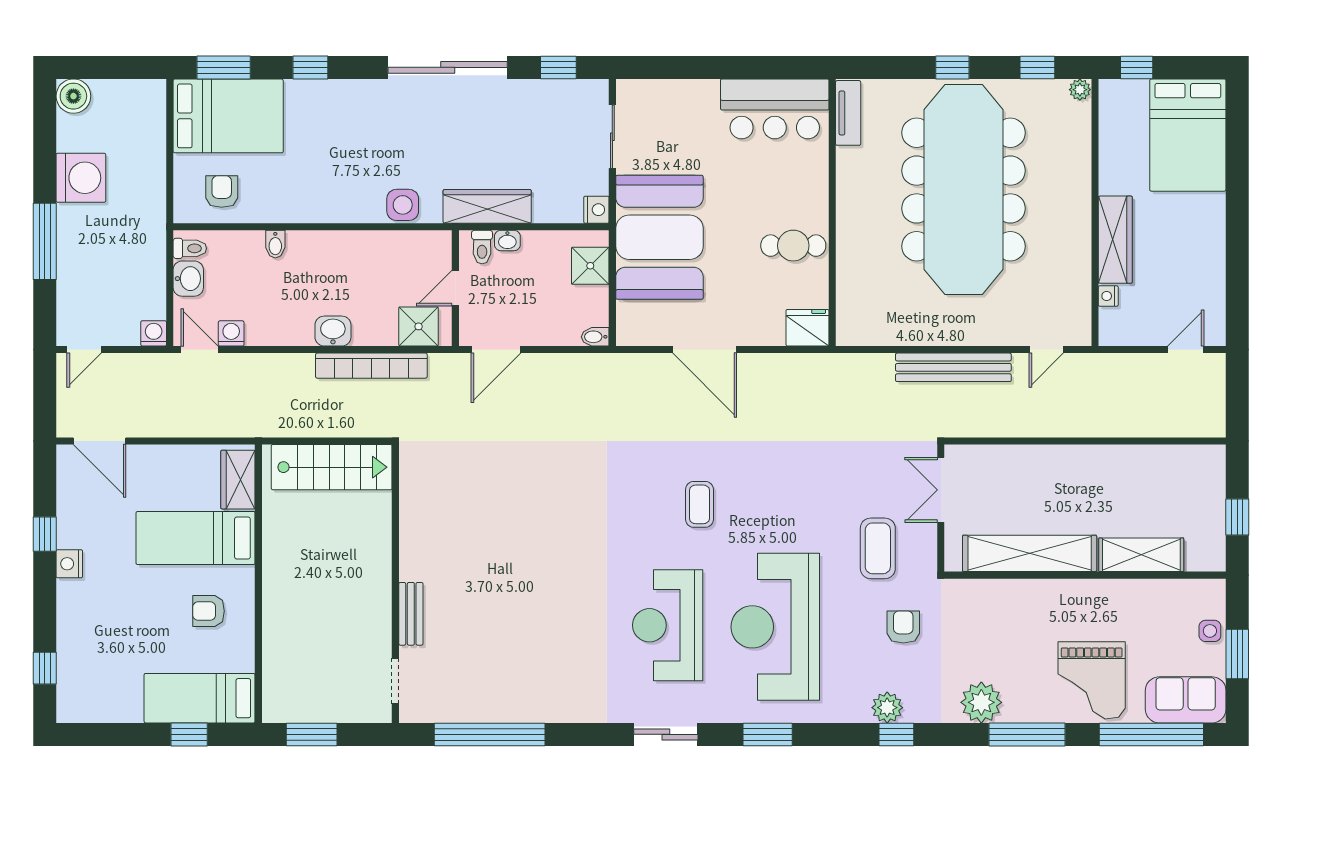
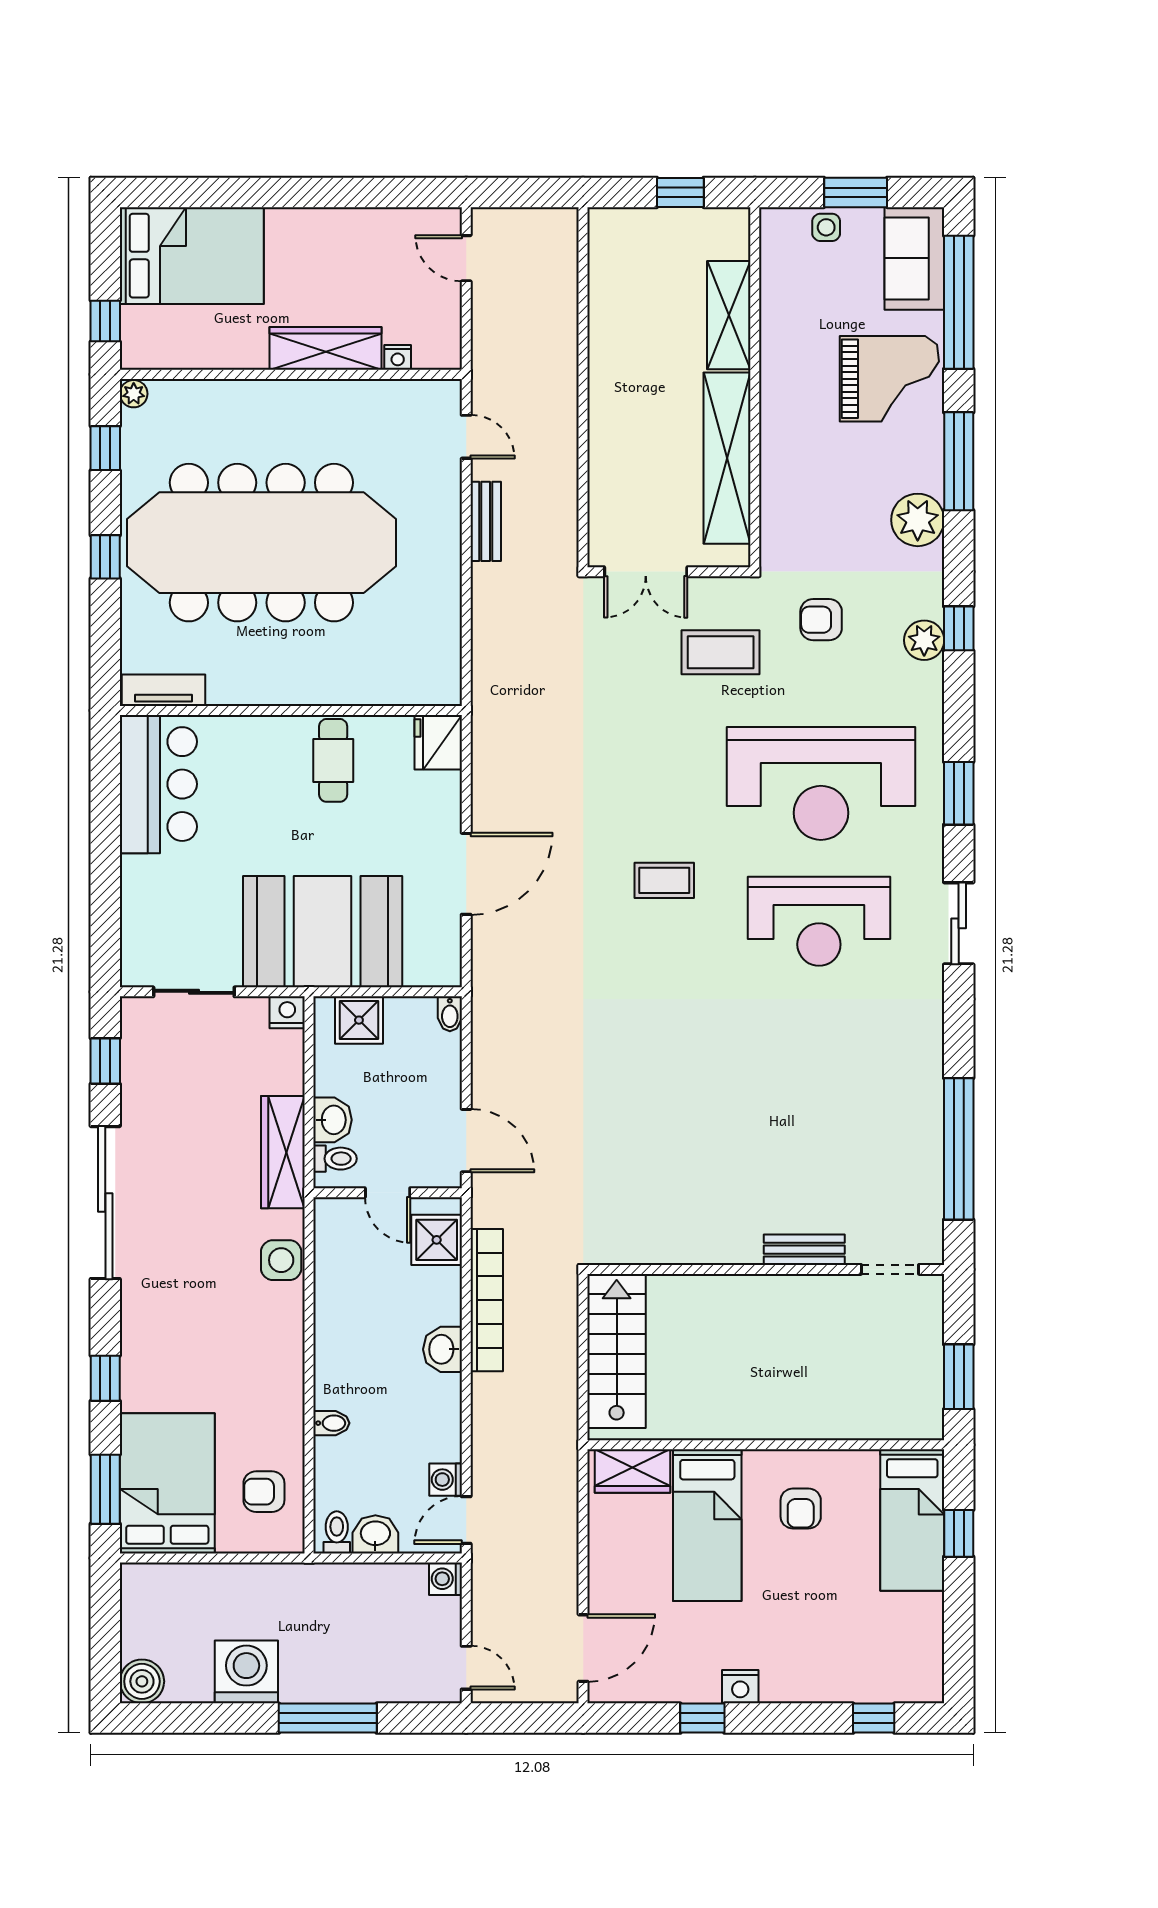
washbasin: (507, 241) -> (333, 1120), width x1.38, depth x1.45
bench: (953, 367) -> (486, 521), width x0.54, depth x0.82

